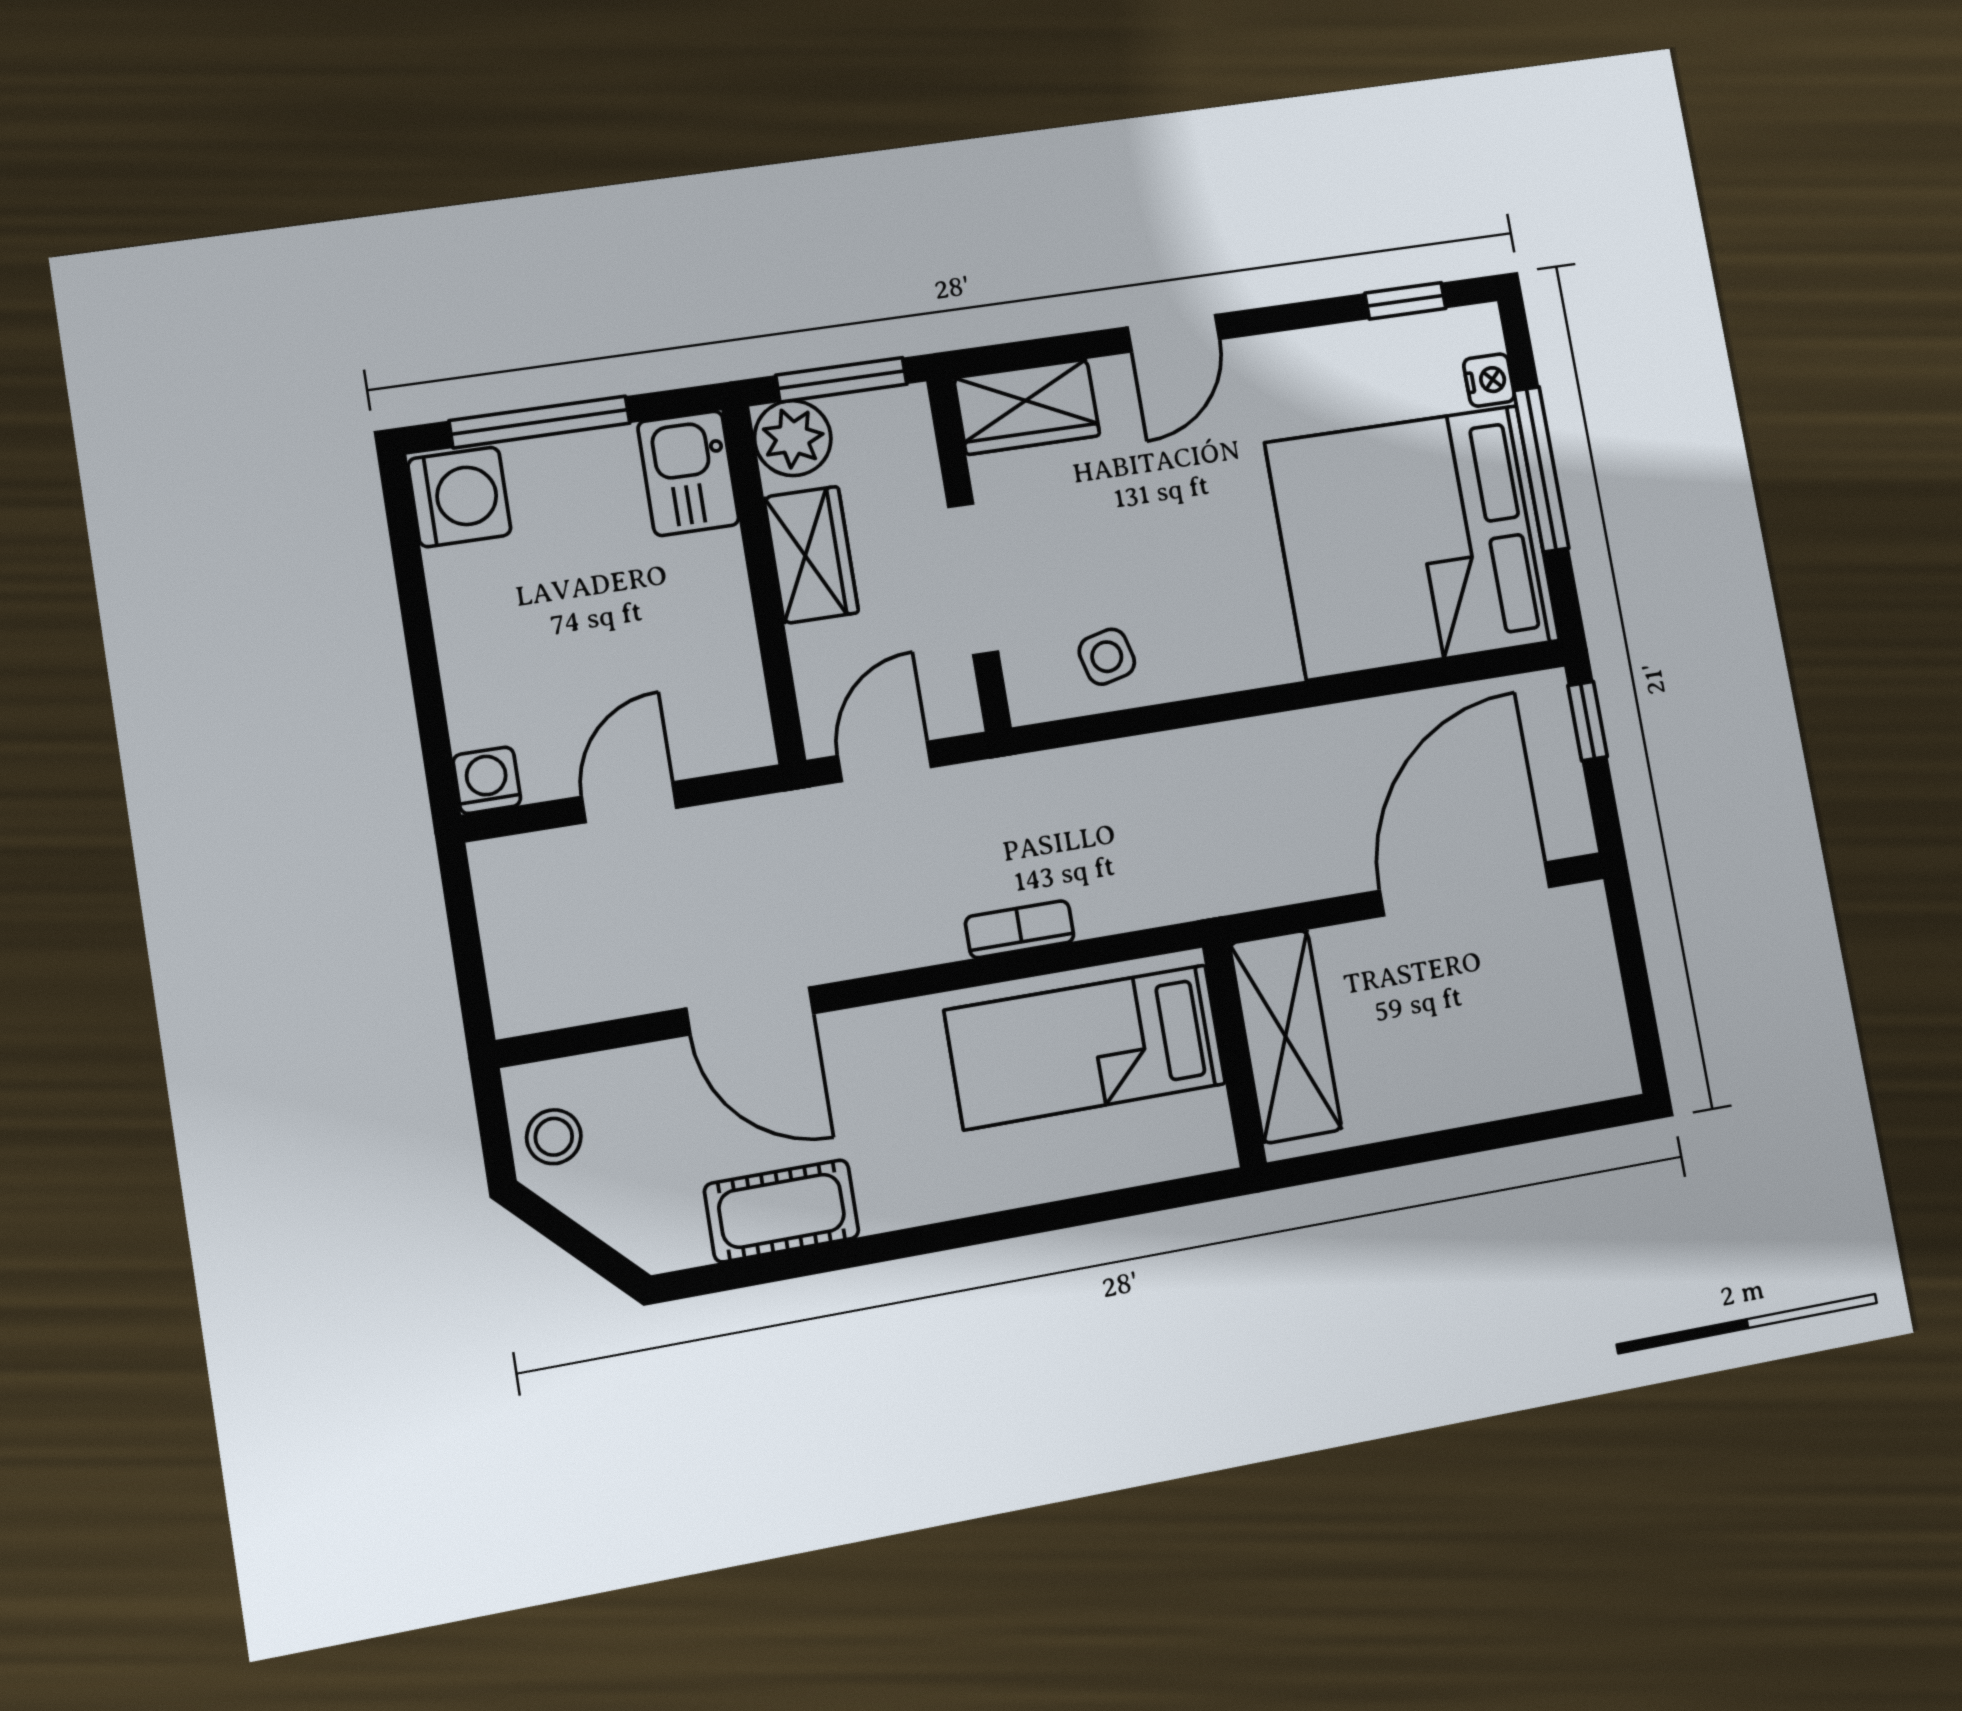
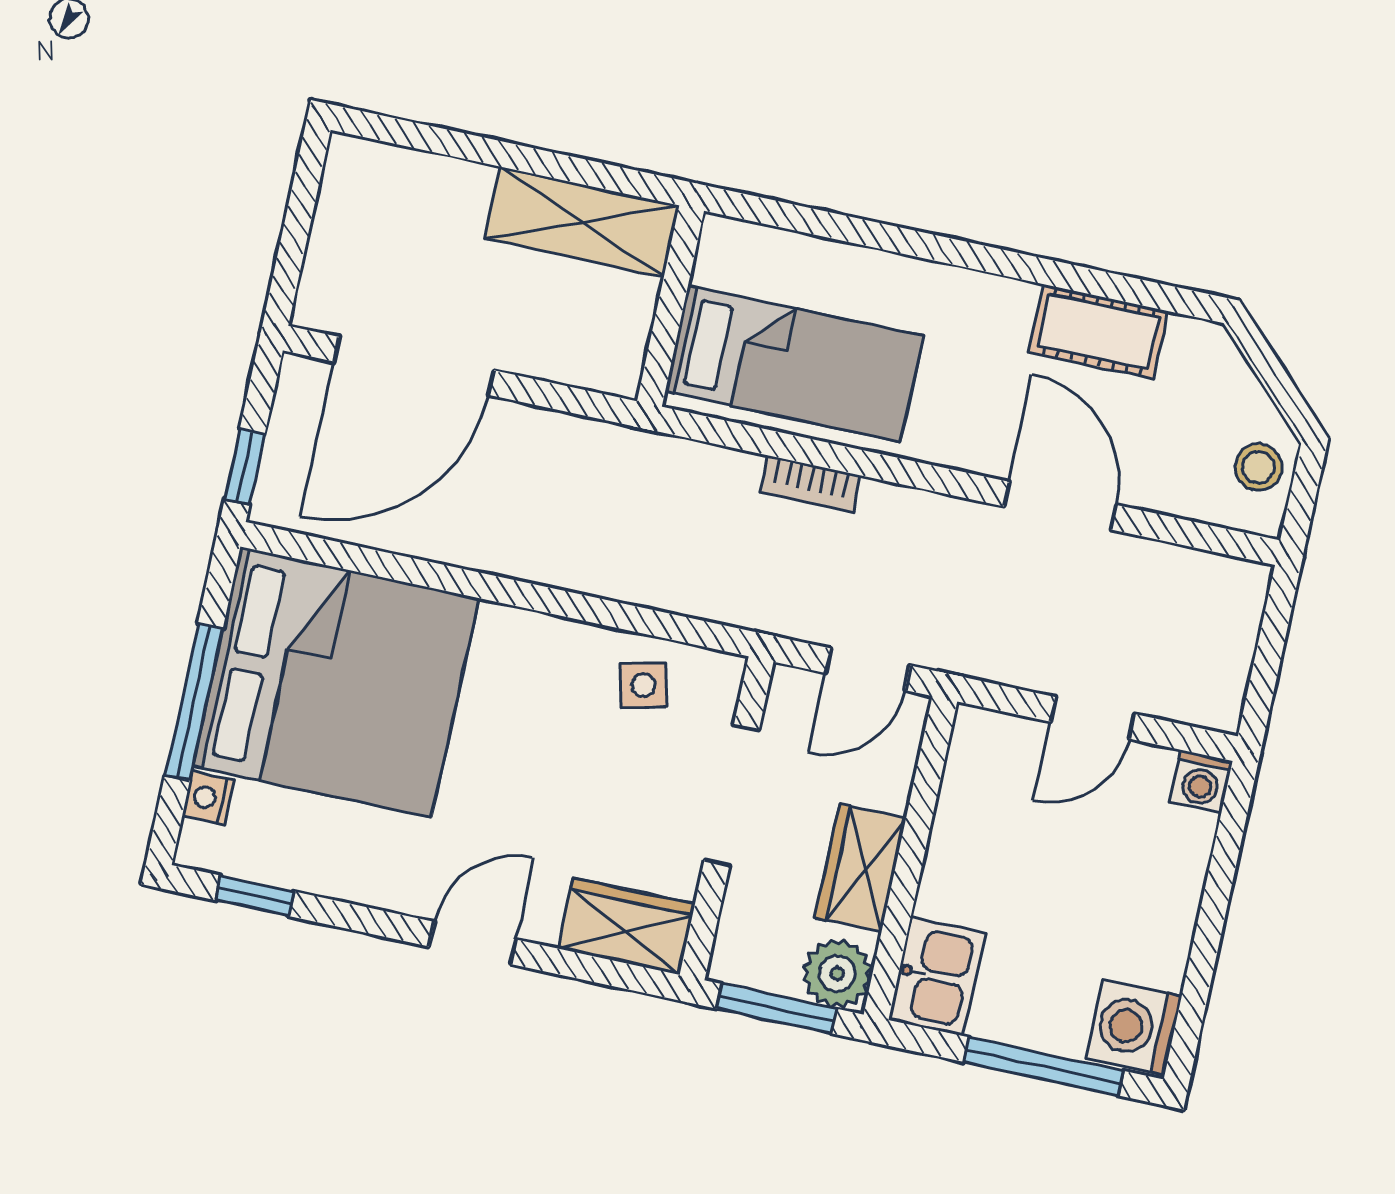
shelving: (1285, 1036) -> (582, 222), moved, turned 90

